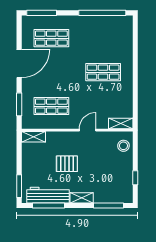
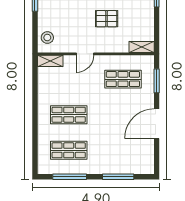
window: (42, 13) -> (118, 177), moved
window: (102, 13) -> (70, 177), width x0.68
shop shelf: (51, 38) -> (69, 150), moved

